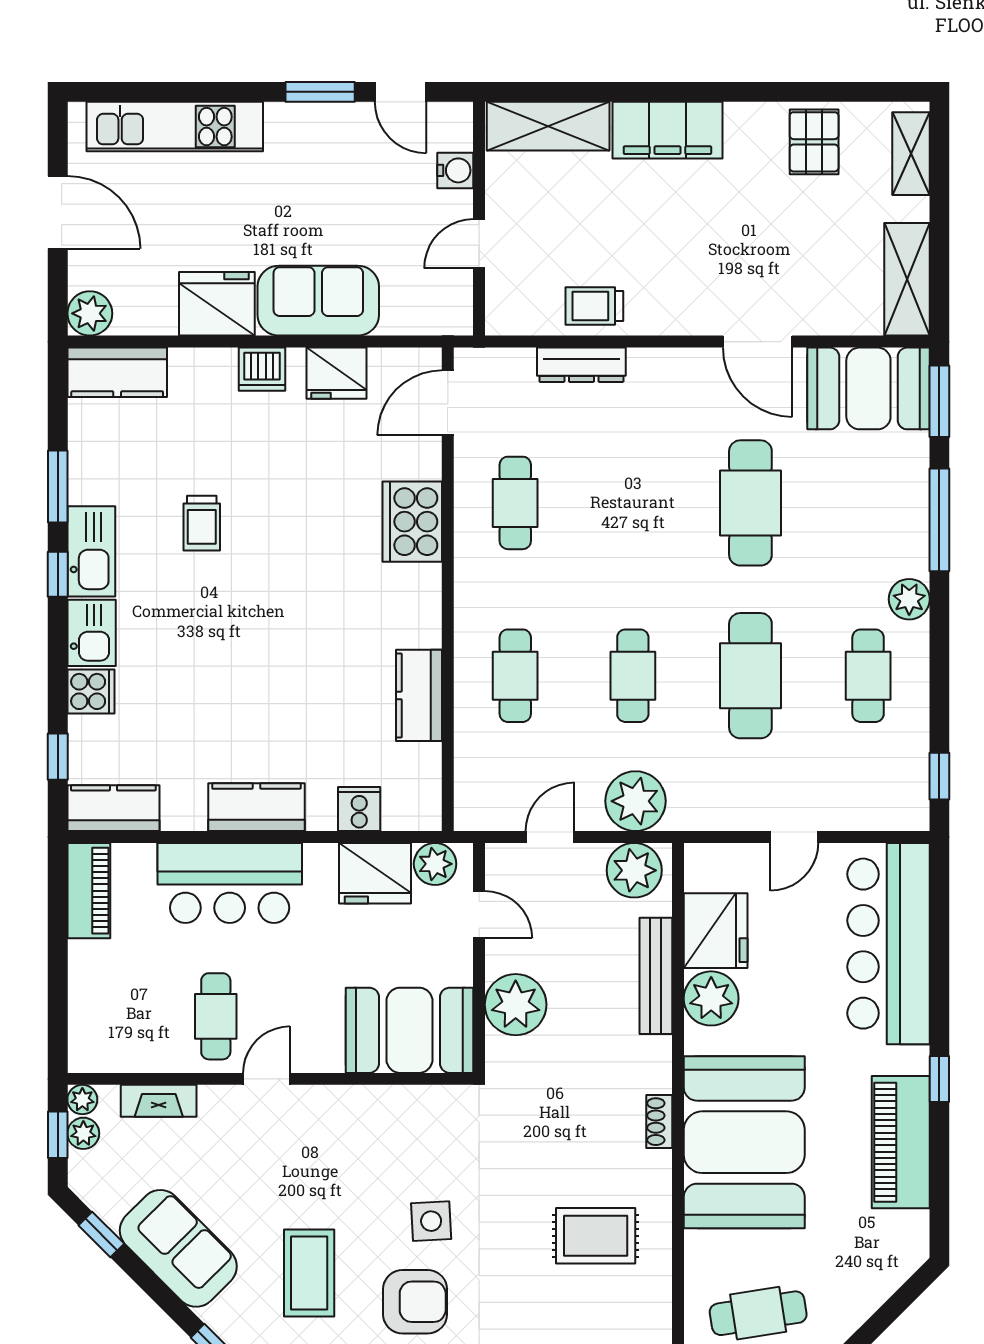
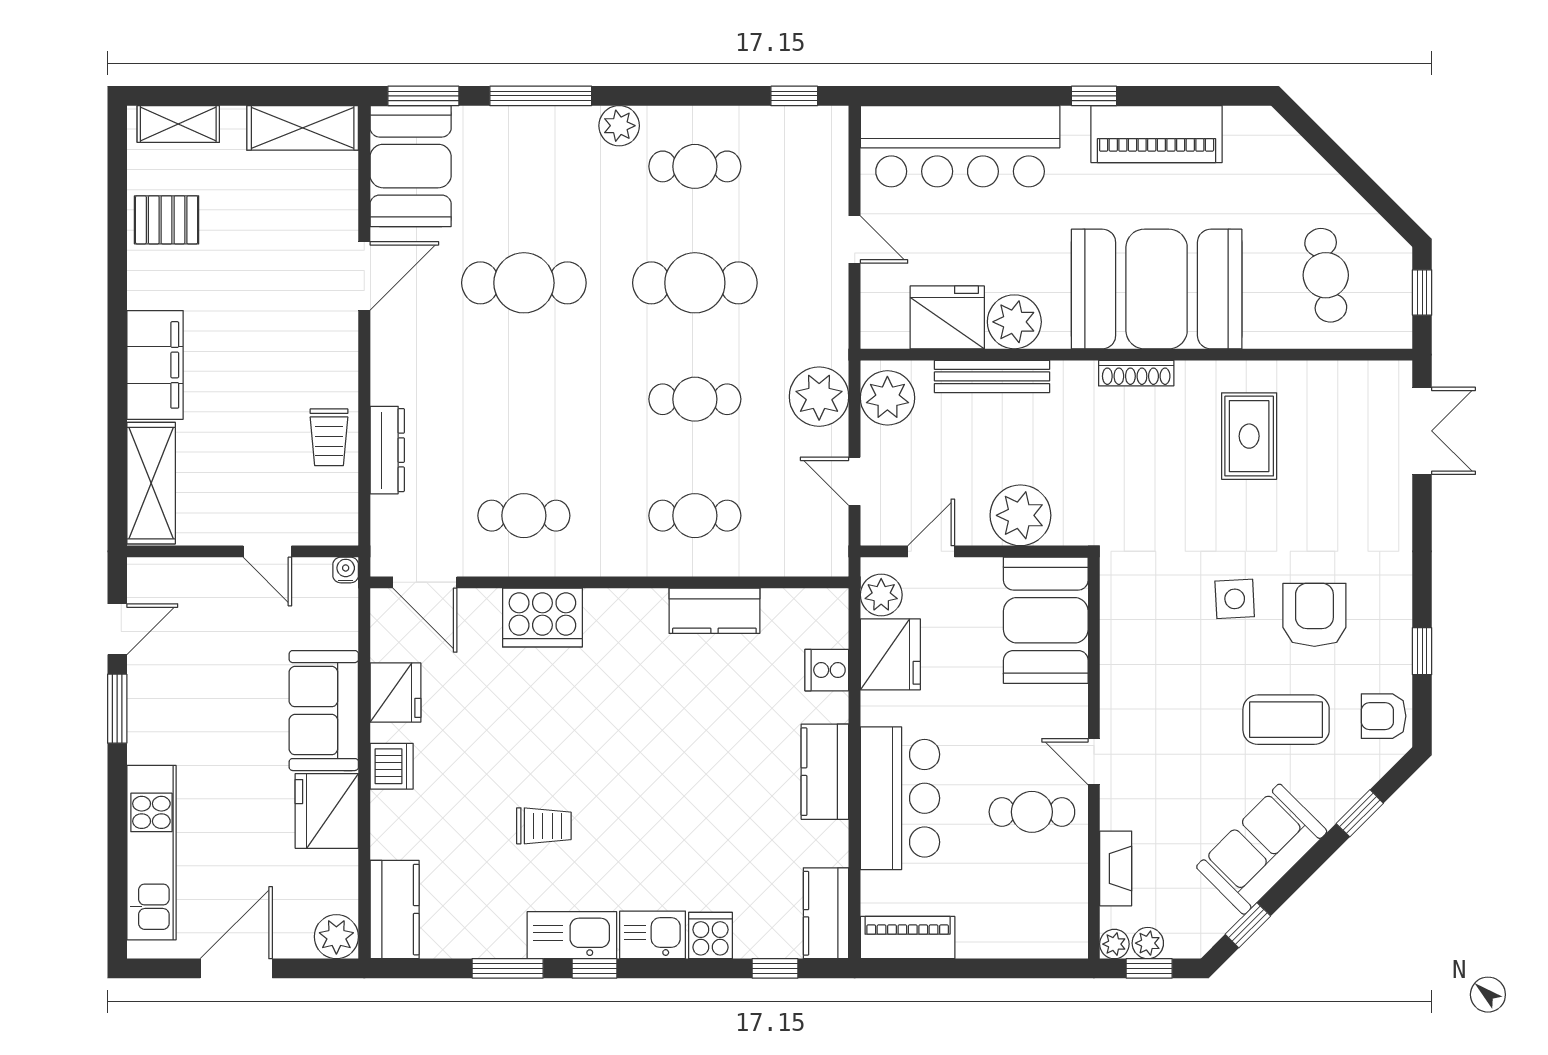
water cooler: (455, 170) -> (346, 570), moved, width x0.72, depth x0.72
shoe rack: (659, 1122) -> (1136, 373), width x1.43

